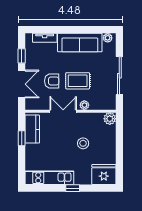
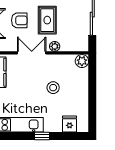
rug: (78, 81) -> (47, 20), turned 90
fridge: (104, 175) -> (70, 124), width x0.53, depth x0.75

